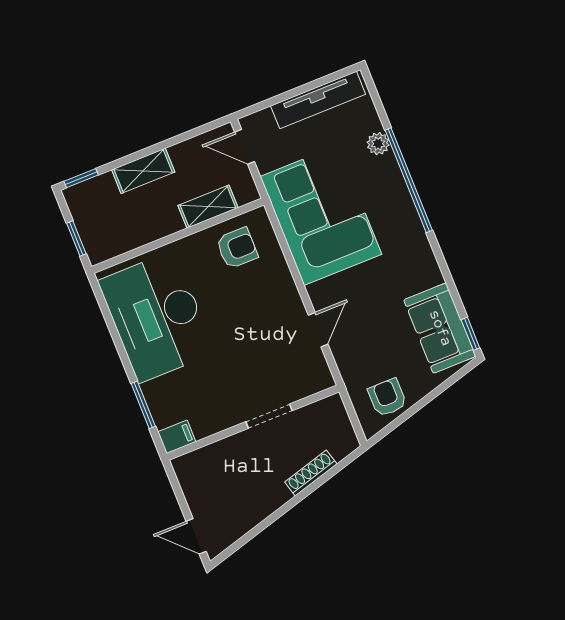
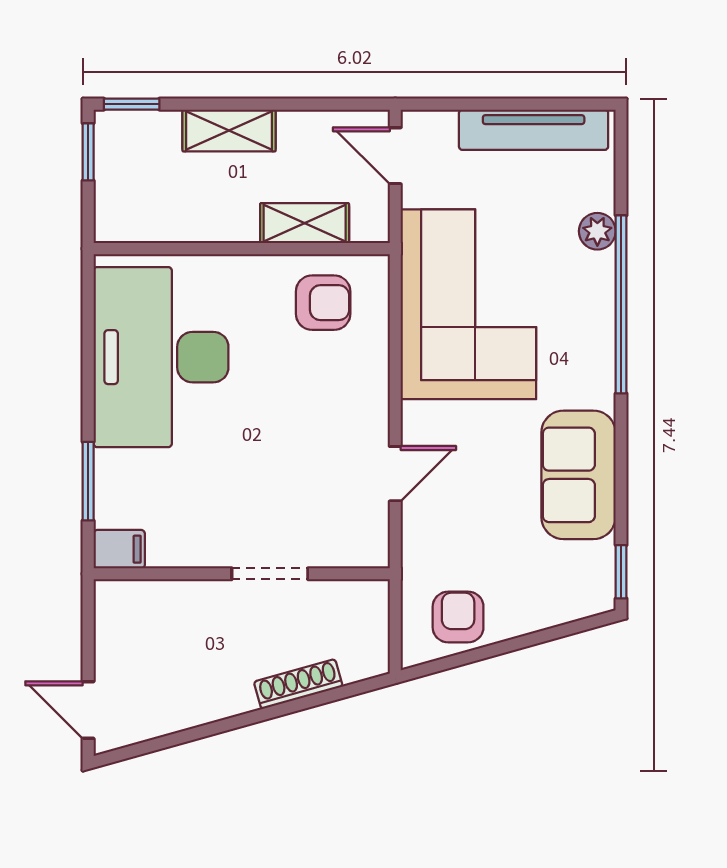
window: (76, 238) -> (88, 152), moved
sofa: (440, 328) -> (578, 475), moved

